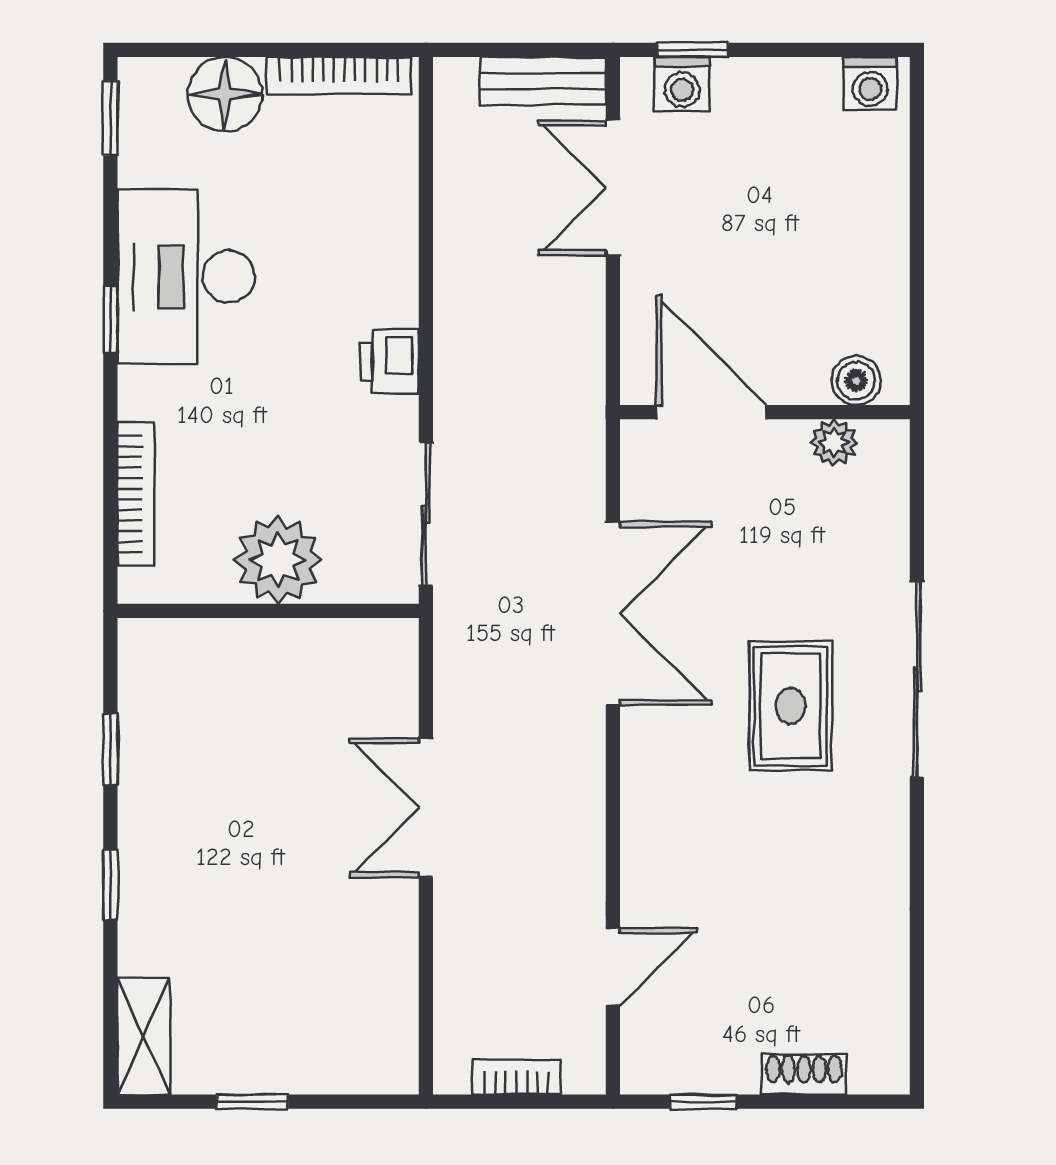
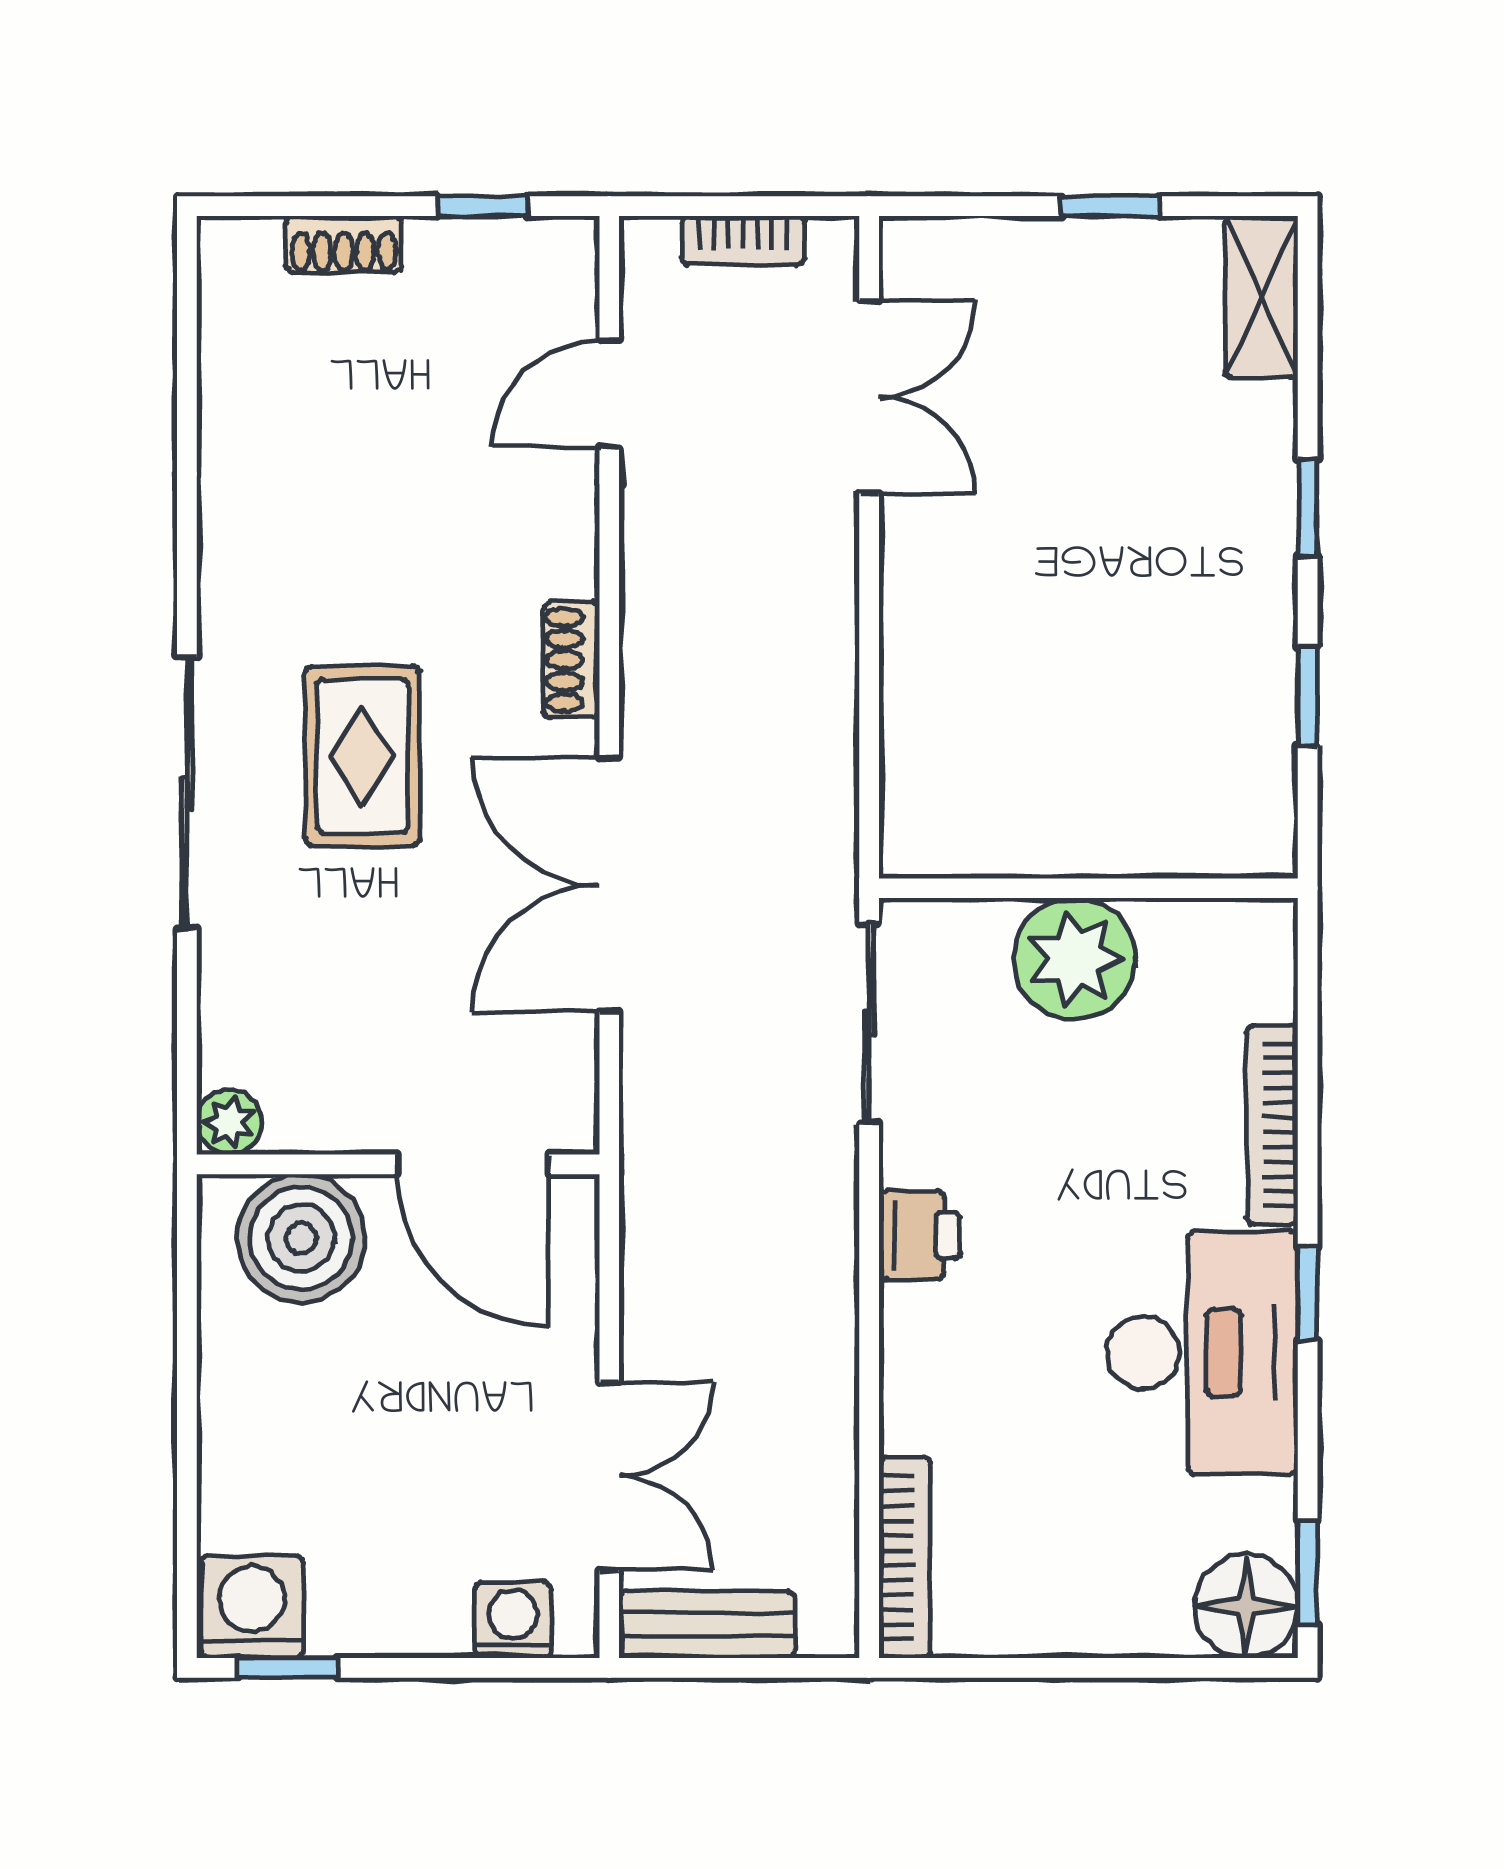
window: (693, 50) -> (288, 1668), moved
bookcase: (339, 75) -> (905, 1558), moved, turned 90
washing machine: (870, 84) -> (252, 1607), width x1.38, depth x1.38
floor lamp: (225, 94) -> (1246, 1606), moved
boiler: (856, 380) -> (301, 1238), width x1.86, depth x1.86
plant: (834, 443) -> (229, 1122), moved
bookcase: (136, 494) -> (1272, 1125), moved
shoe rack: (640, 775) -> (571, 660), added
double door: (426, 808) -> (869, 397), moved

